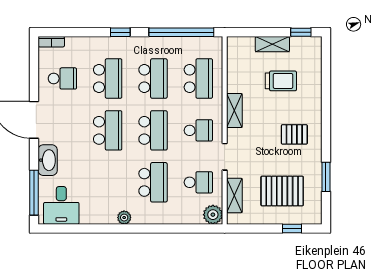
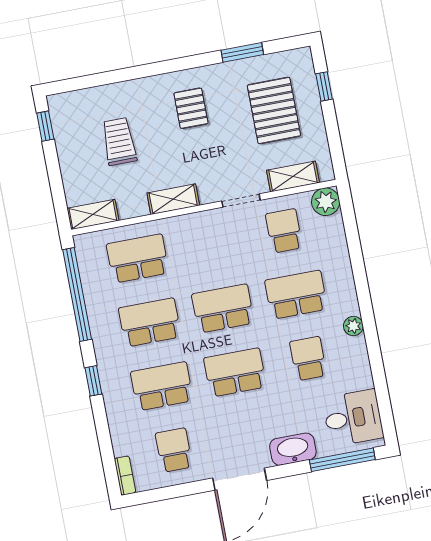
shelving: (272, 44) -> (93, 214), moved, turned 90
school desk: (198, 130) -> (308, 359), moved

